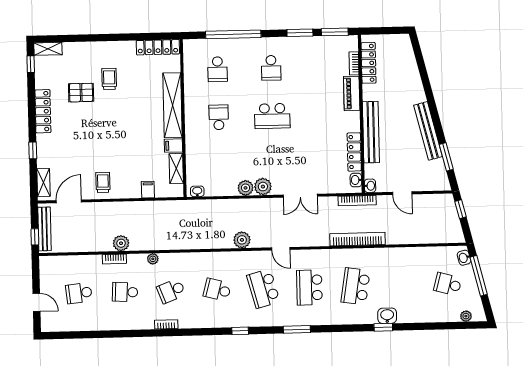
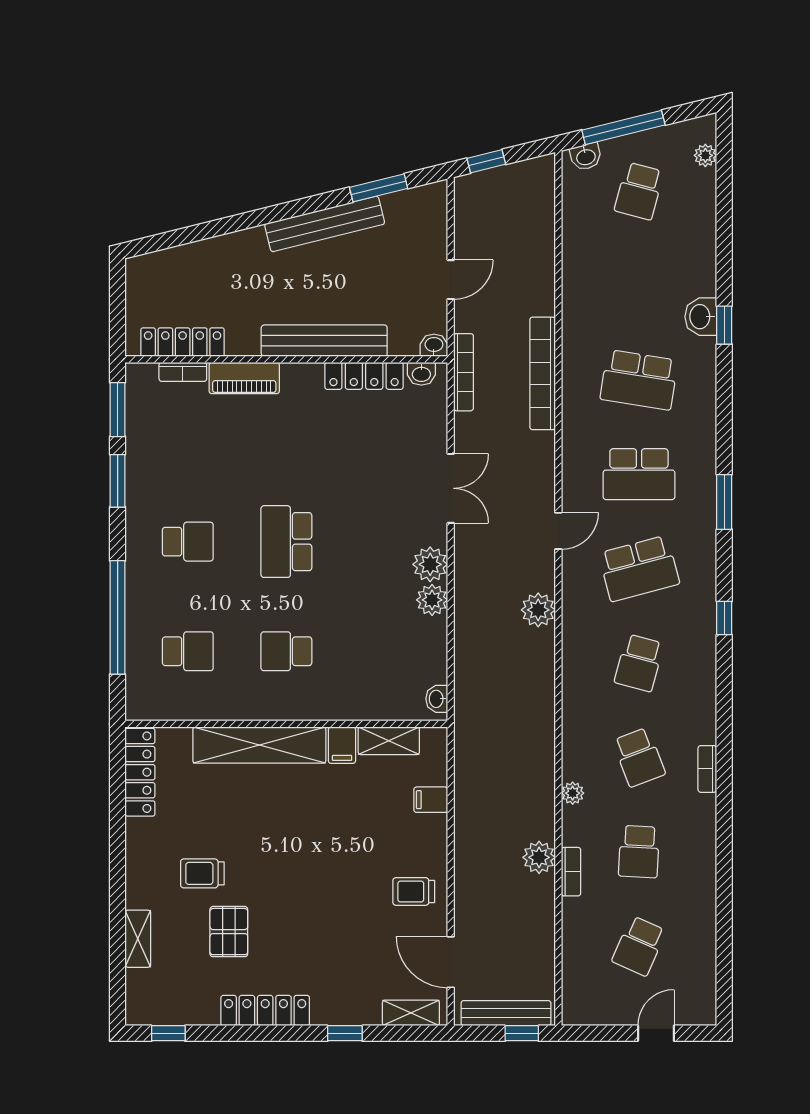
shelving: (48, 49) -> (138, 939), moved
school desk: (272, 116) -> (286, 542), turned 180
school desk: (79, 293) -> (639, 946), turned 30

